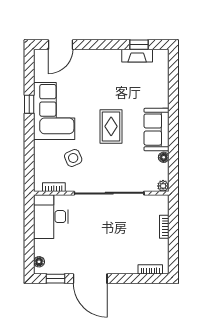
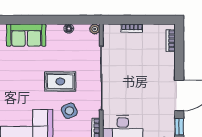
rug: (111, 126) -> (60, 82), moved
sofa: (156, 130) -> (26, 35), moved

